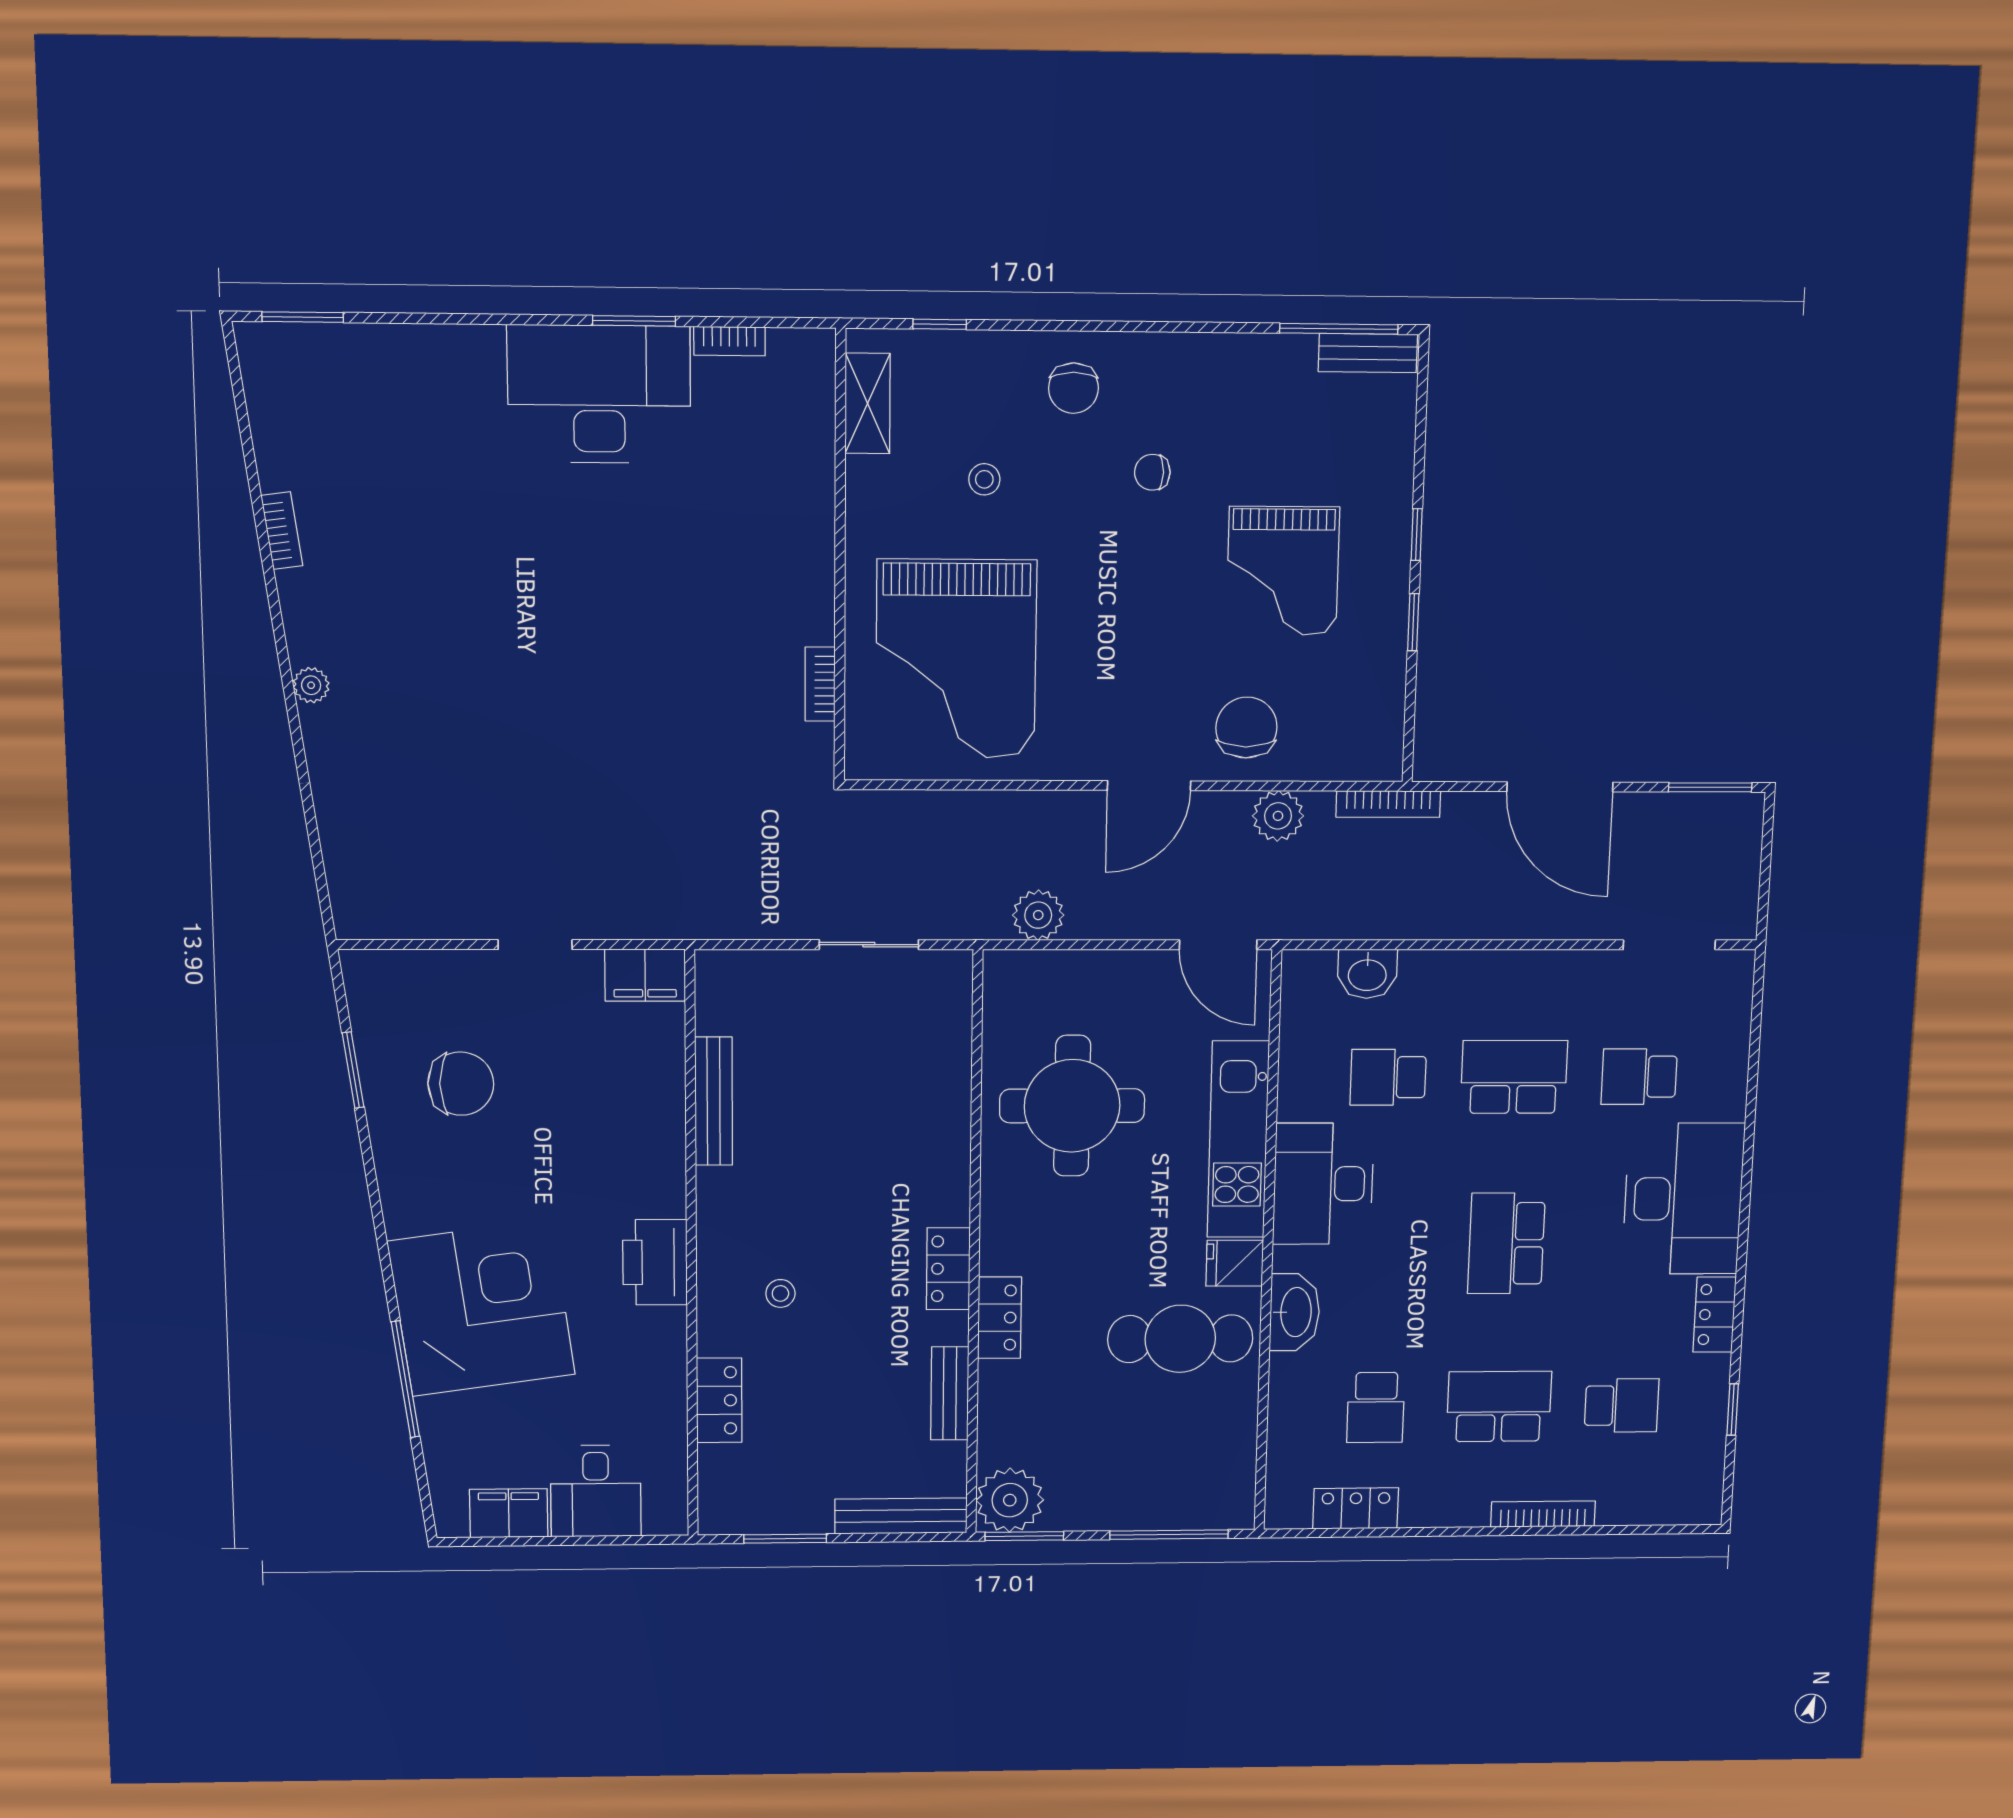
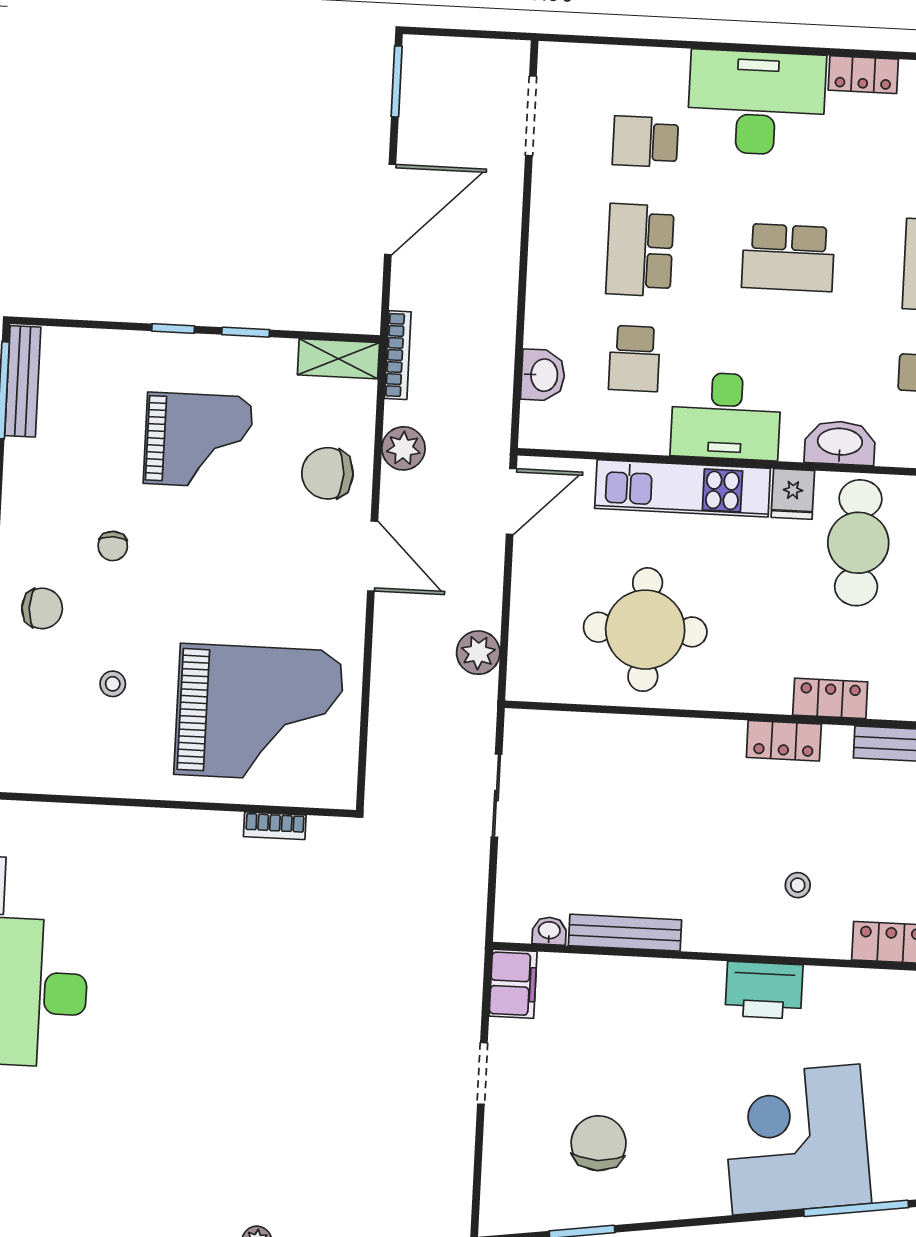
bench: (1368, 353) -> (23, 381), width x1.36
shelving: (868, 403) -> (338, 359), moved
washbasin: (711, 1014) -> (549, 931), added
school desk: (1639, 1077) -> (645, 142), turned 90

